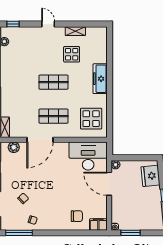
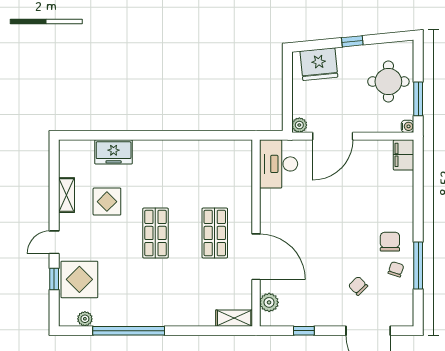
window: (13, 24) -> (54, 279), moved
freezer: (100, 79) -> (114, 152), moved, width x0.71
display table: (91, 119) -> (79, 279), moved
desk: (88, 156) -> (279, 164), width x0.73, depth x0.77
chair: (77, 216) -> (390, 242), moved
round table: (140, 216) -> (388, 82), added
window: (19, 233) -> (418, 266), moved

